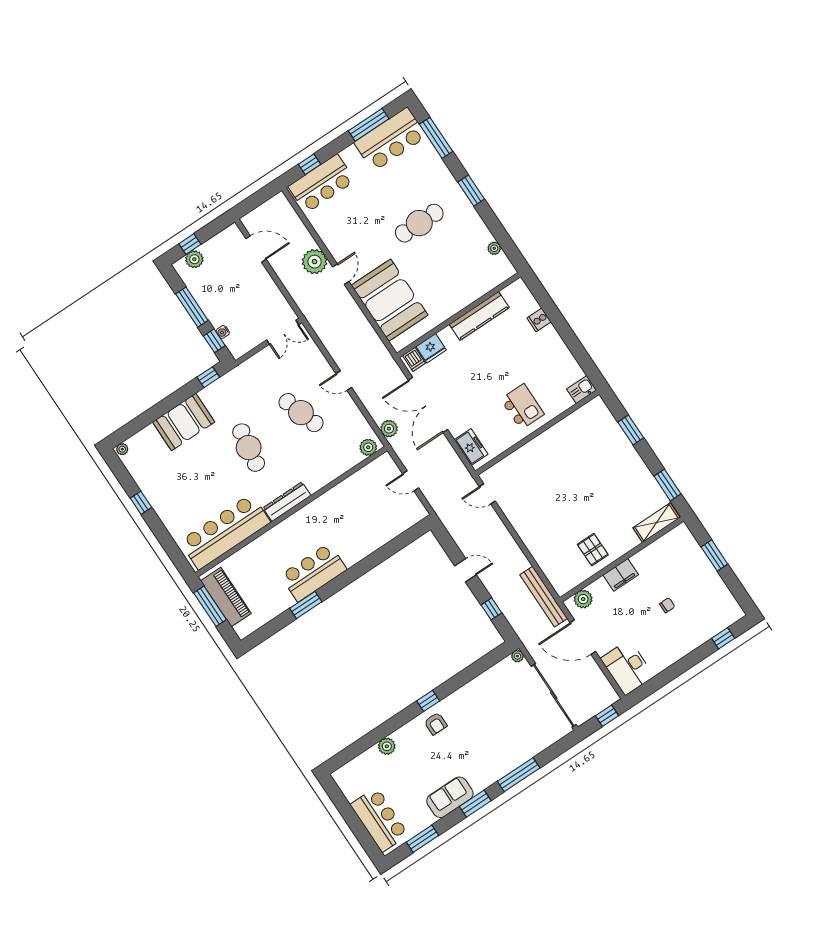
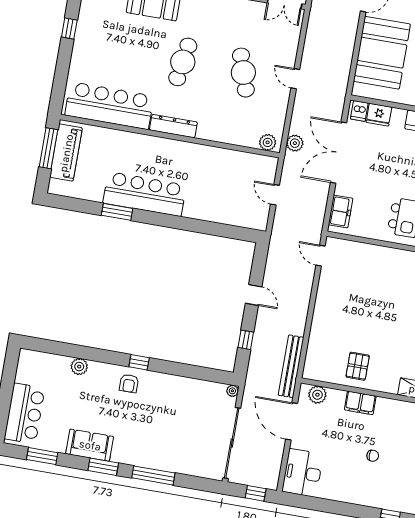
bar counter: (314, 572) -> (145, 194), width x1.36

